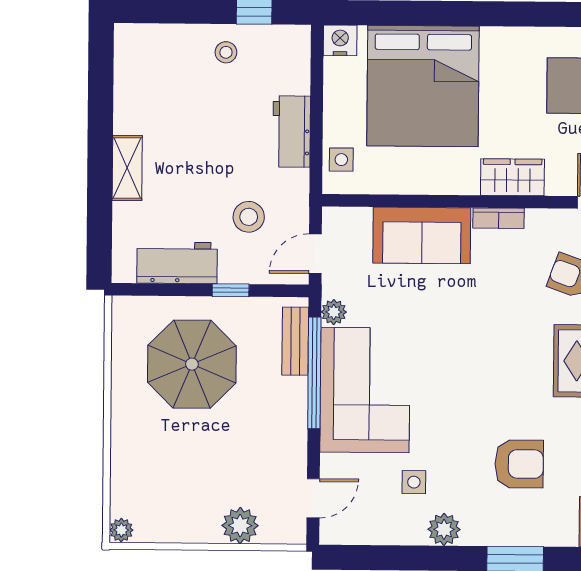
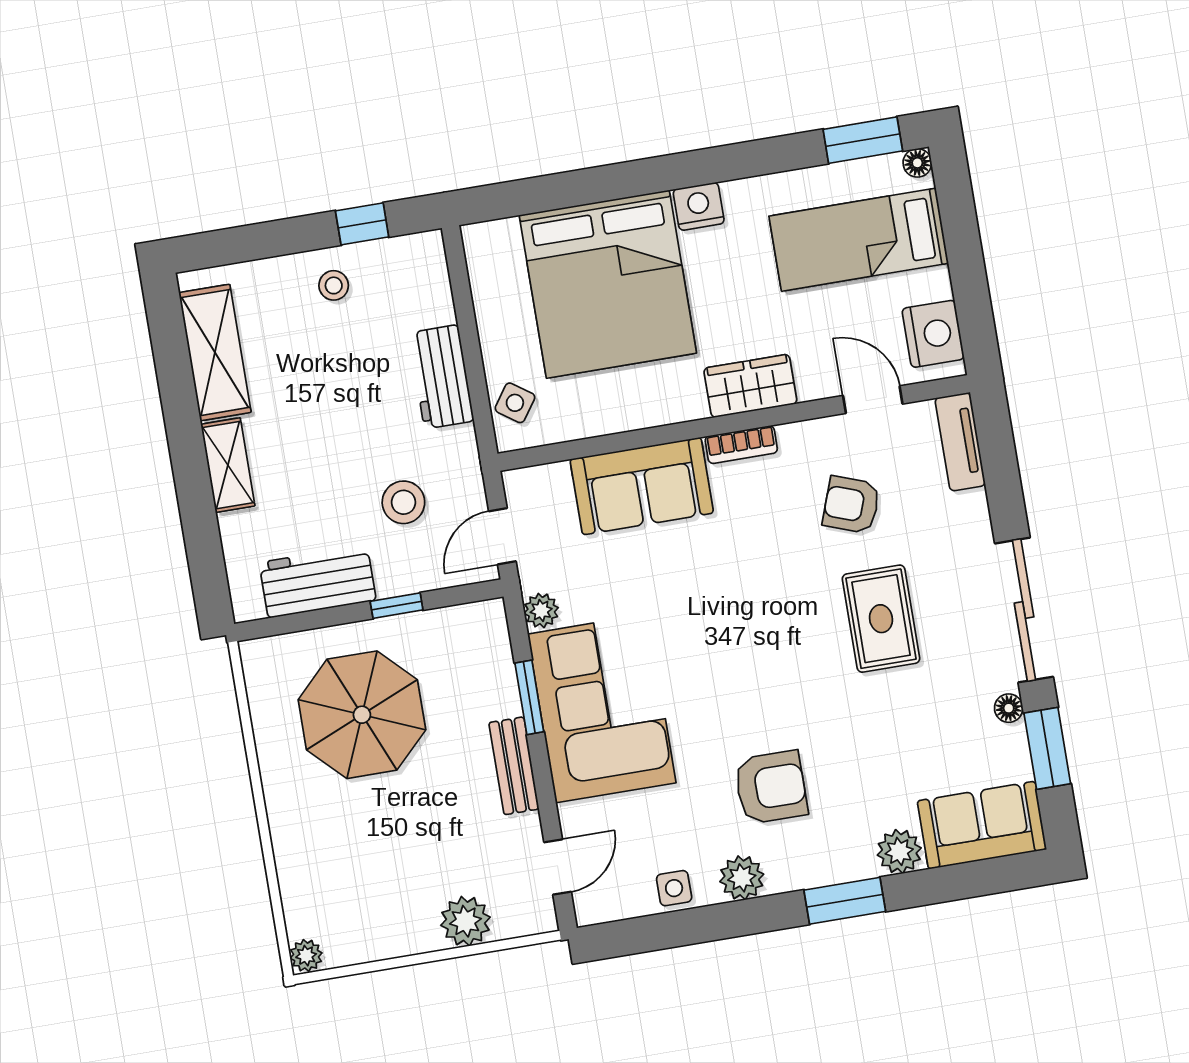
nightstand: (340, 40) -> (699, 206), moved
shelving: (132, 85) -> (215, 353), added
side table: (341, 160) -> (515, 403), turned 35
bench: (295, 341) -> (514, 766), moved
window: (314, 373) -> (529, 697), width x0.47
armchair: (519, 464) -> (771, 787), moved
side table: (414, 482) -> (674, 888), moved
plant: (560, 530) -> (899, 851), added

